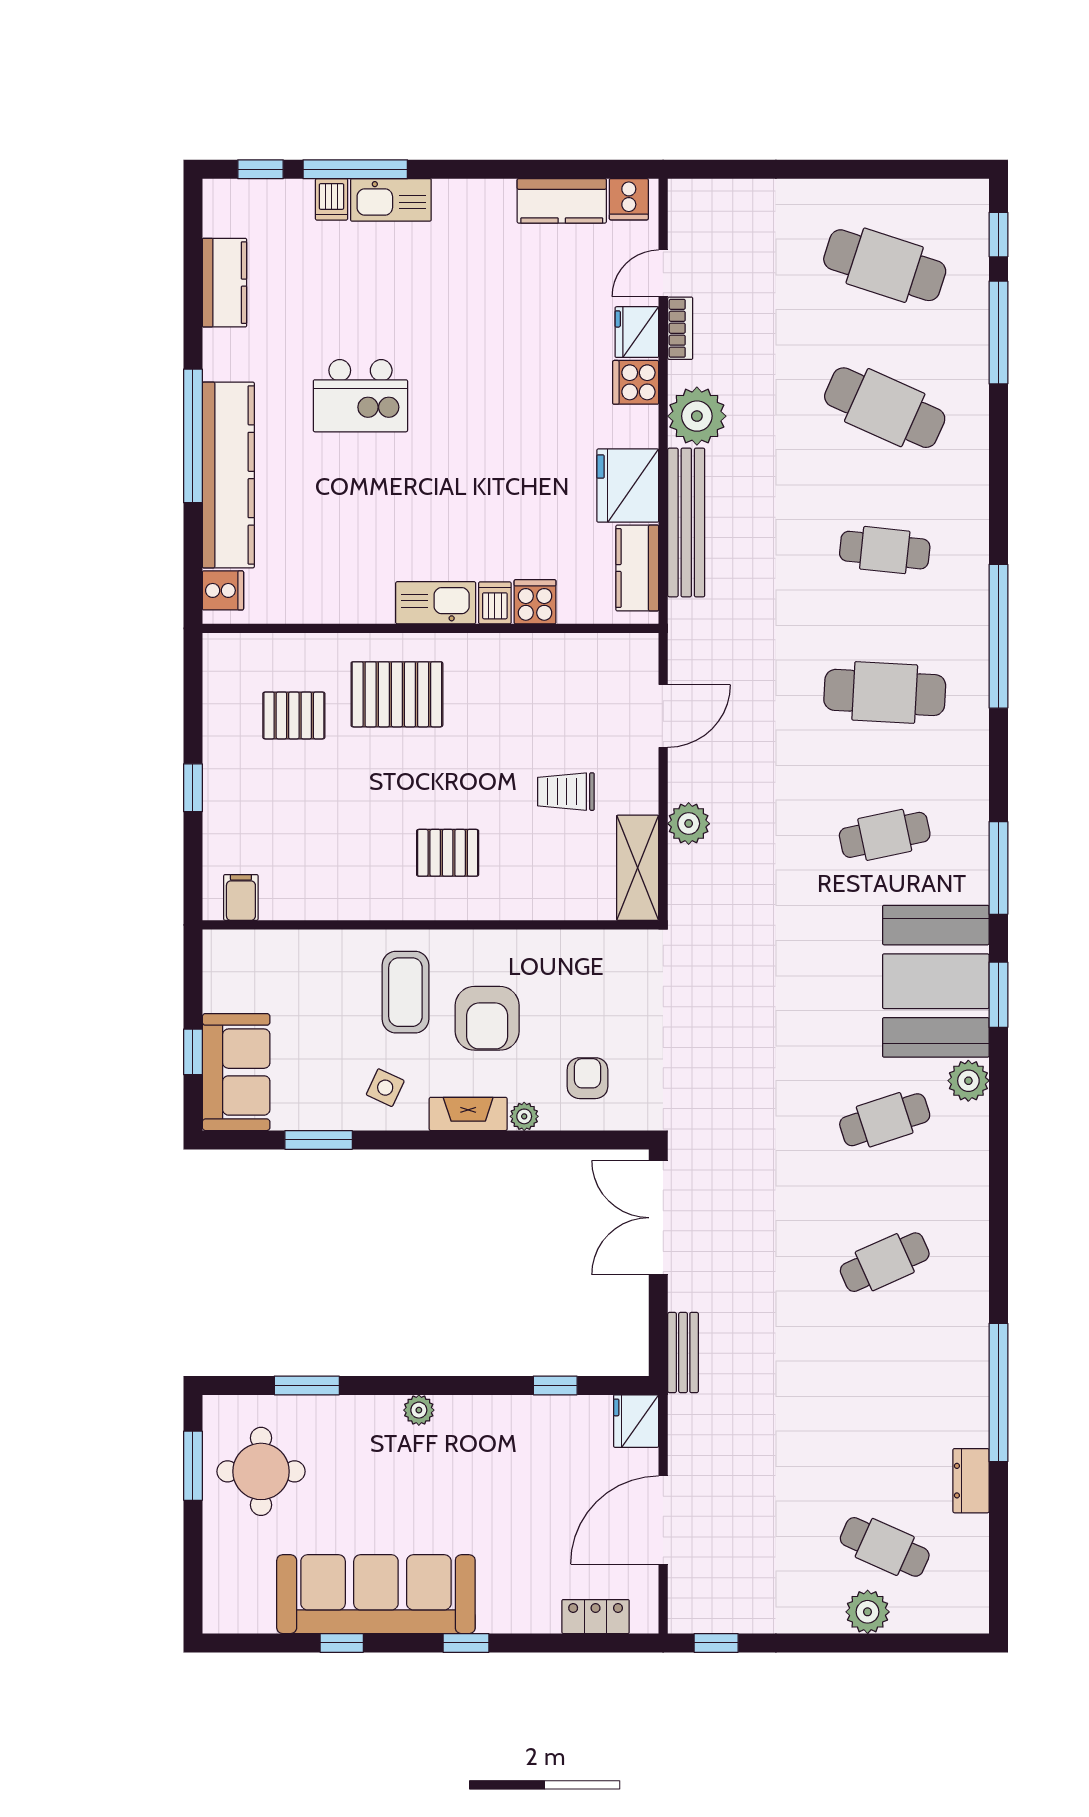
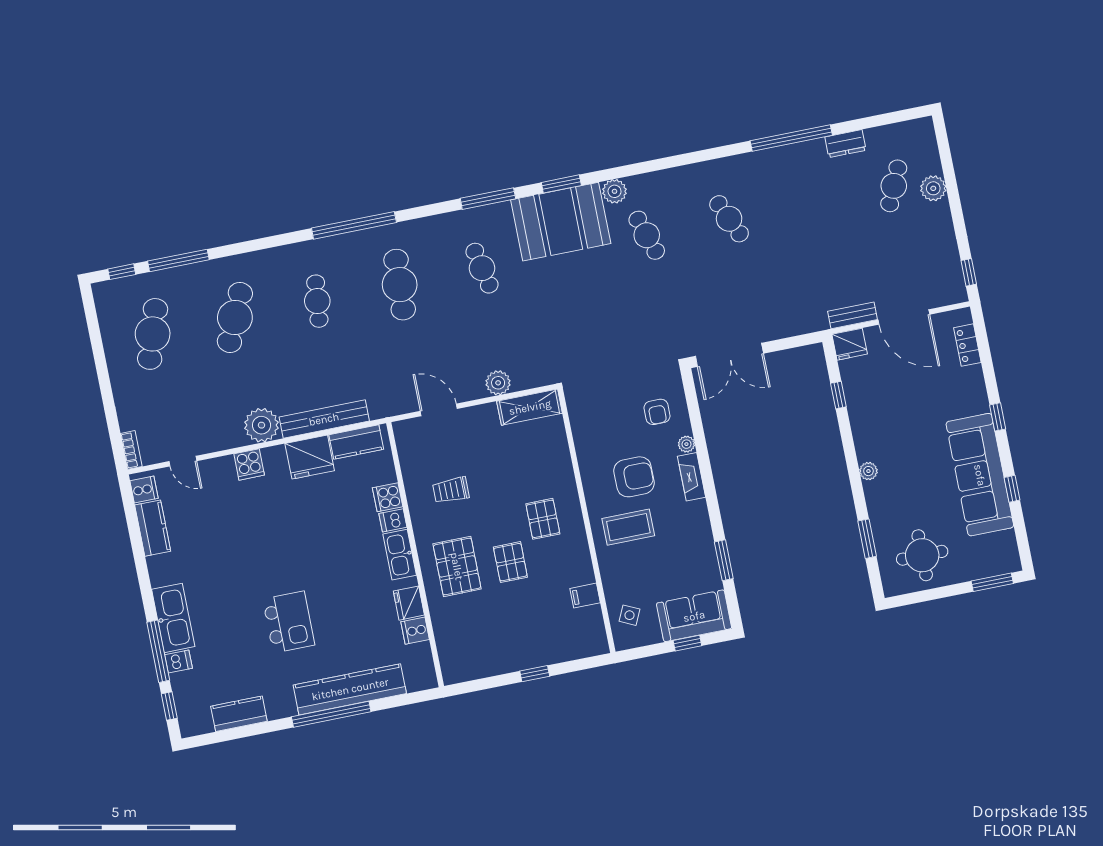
kitchen sink: (391, 200) -> (173, 618), width x1.36, depth x1.24
bookcase: (680, 328) -> (131, 450), moved, turned 90
fridge: (637, 332) -> (409, 603), moved, turned 90
cooker: (223, 590) -> (415, 631), moved, turned -90
pallet: (294, 715) -> (510, 562), moved
trolley: (566, 792) -> (451, 490), moved, turned 90
filing cabinet: (241, 897) -> (585, 596), moved
armchair: (587, 1078) -> (657, 412), turned -90
side table: (385, 1088) -> (630, 615), moved
bench: (683, 1353) -> (853, 315), moved
window: (193, 1466) -> (992, 582), moved

